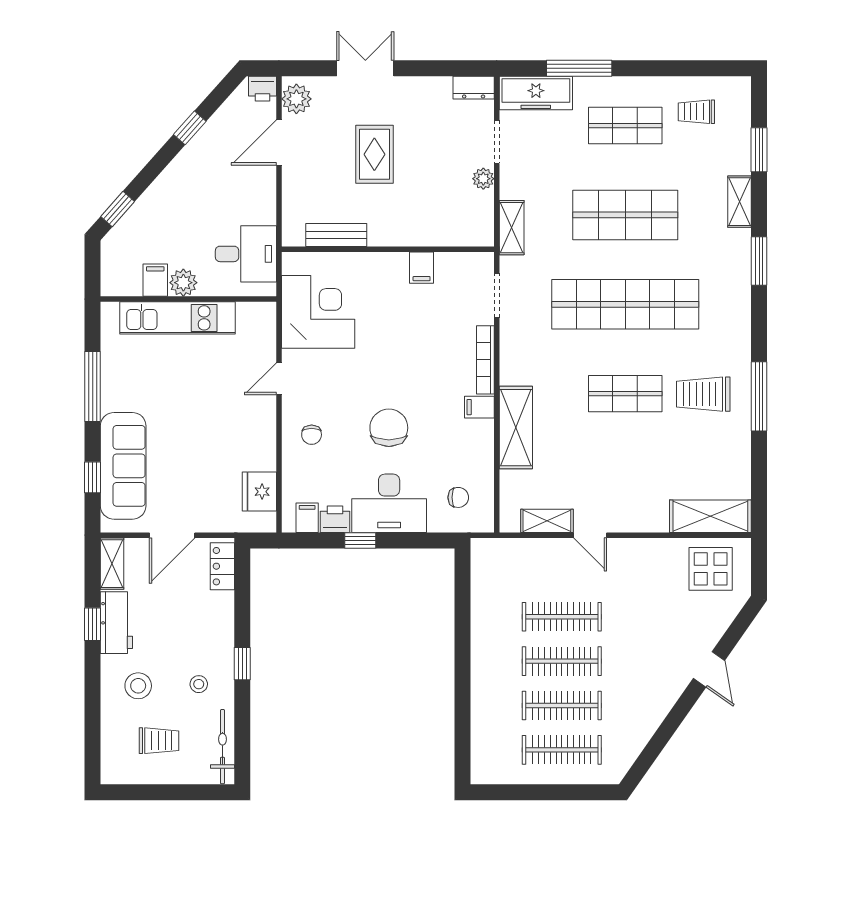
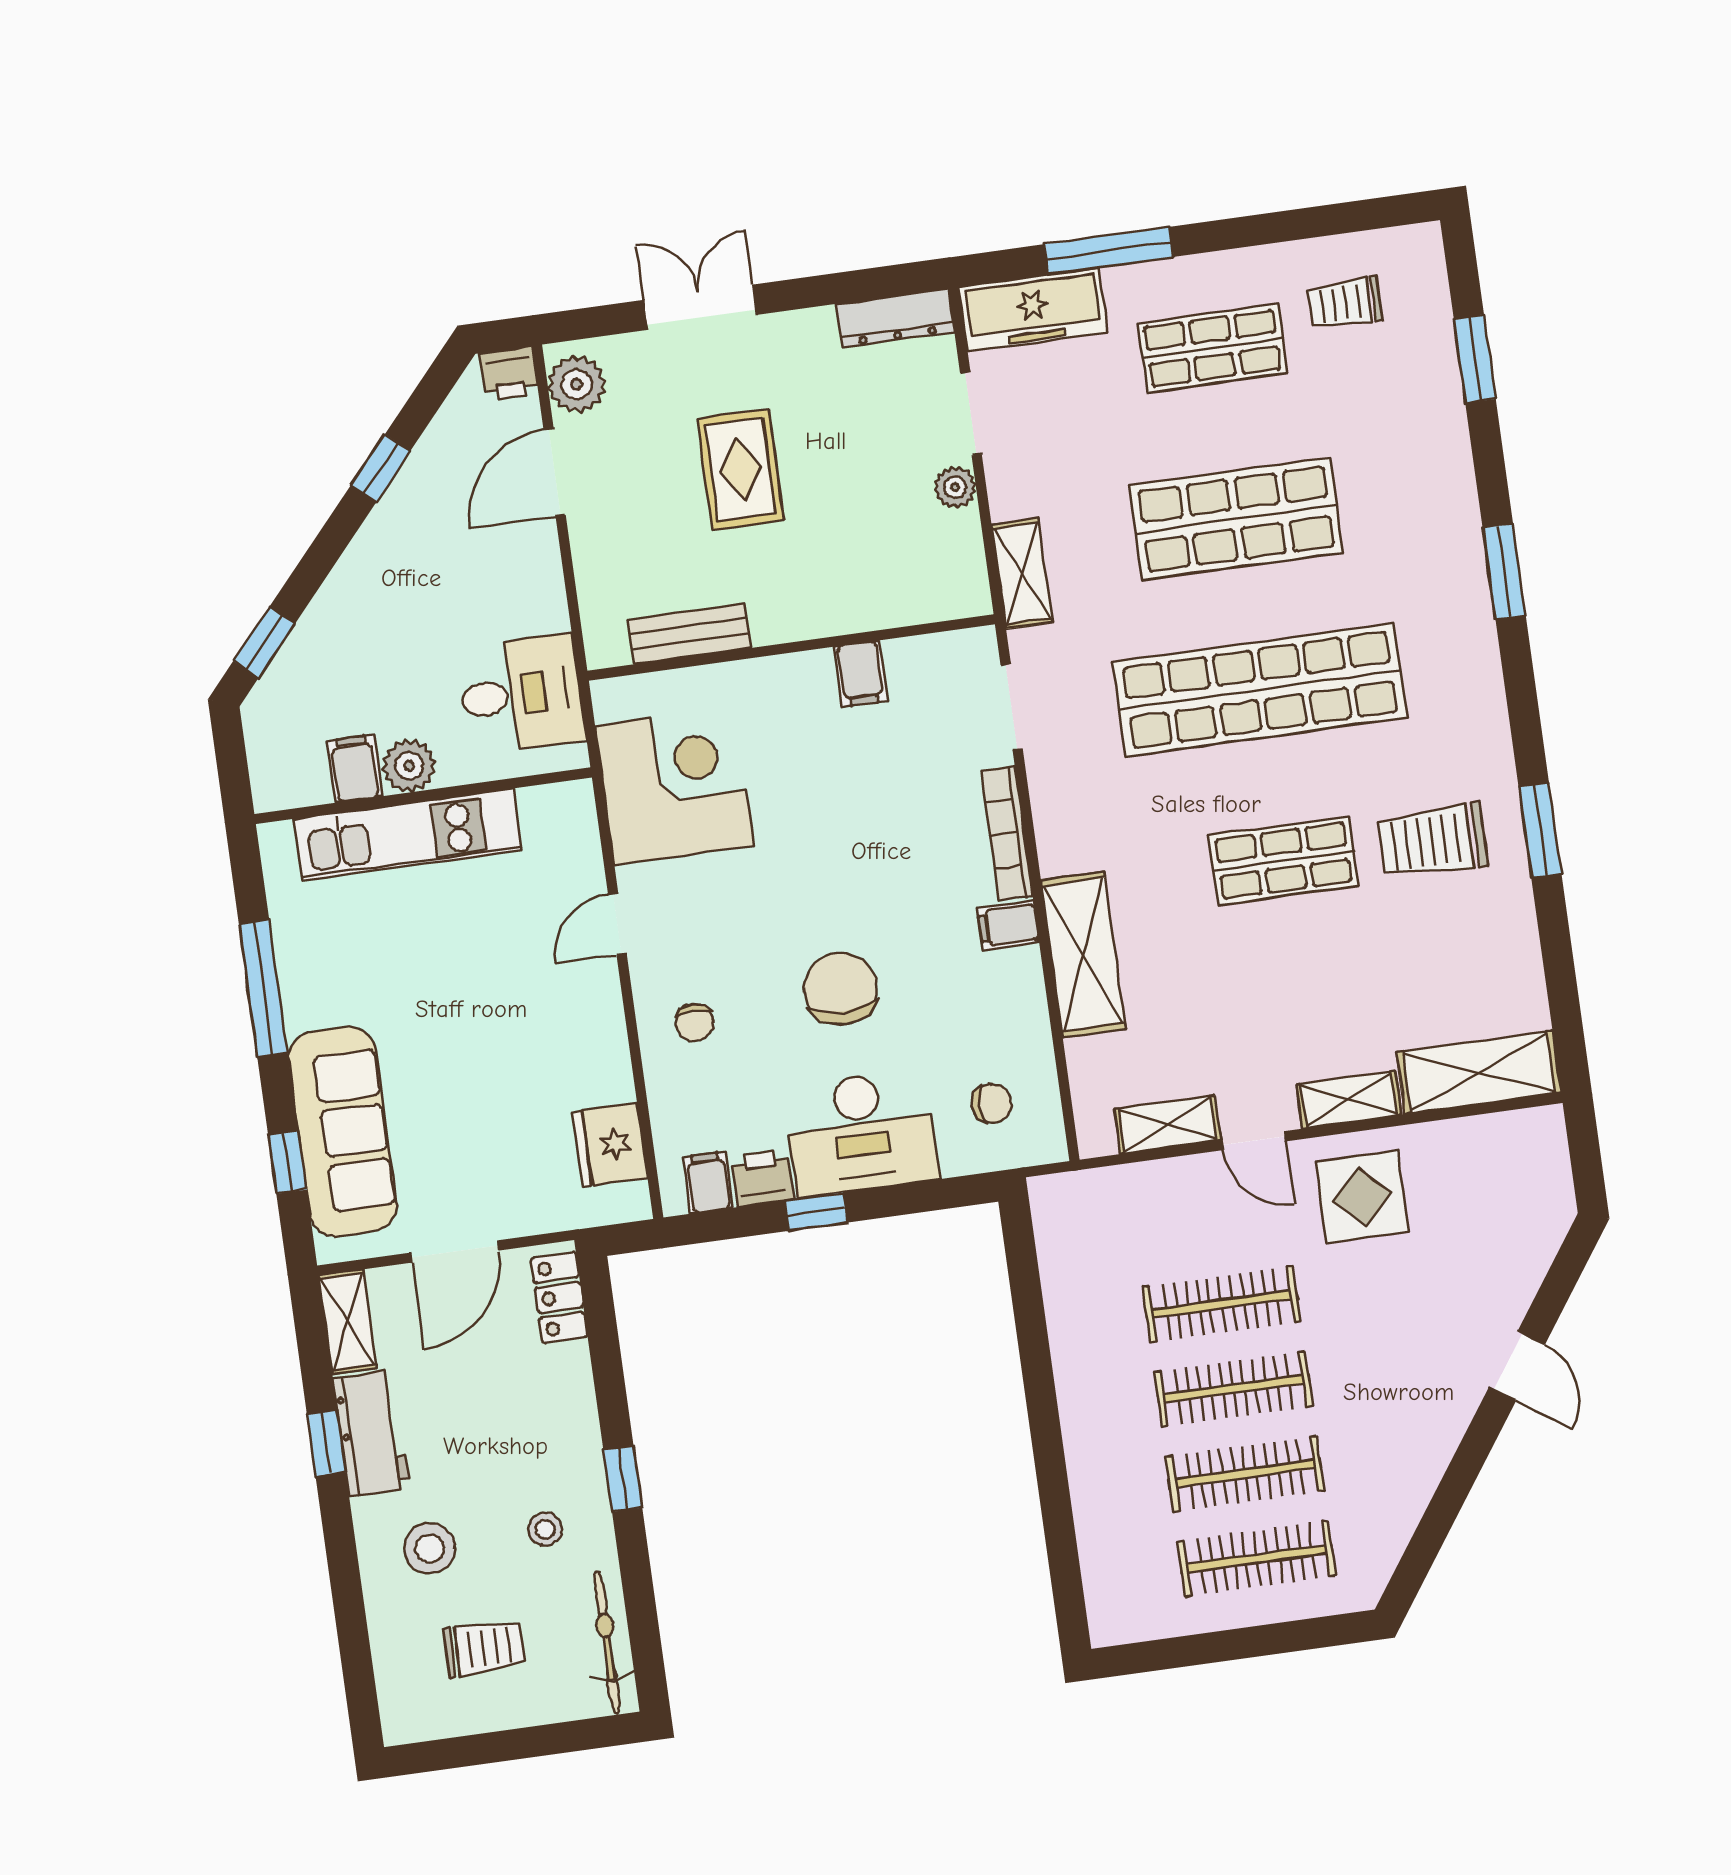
dresser: (474, 88) -> (895, 318), width x1.44
shelving: (740, 202) -> (1349, 1100), moved, turned 90
window: (759, 396) -> (1540, 830), width x0.69
display table: (711, 569) -> (1362, 1197), moved

